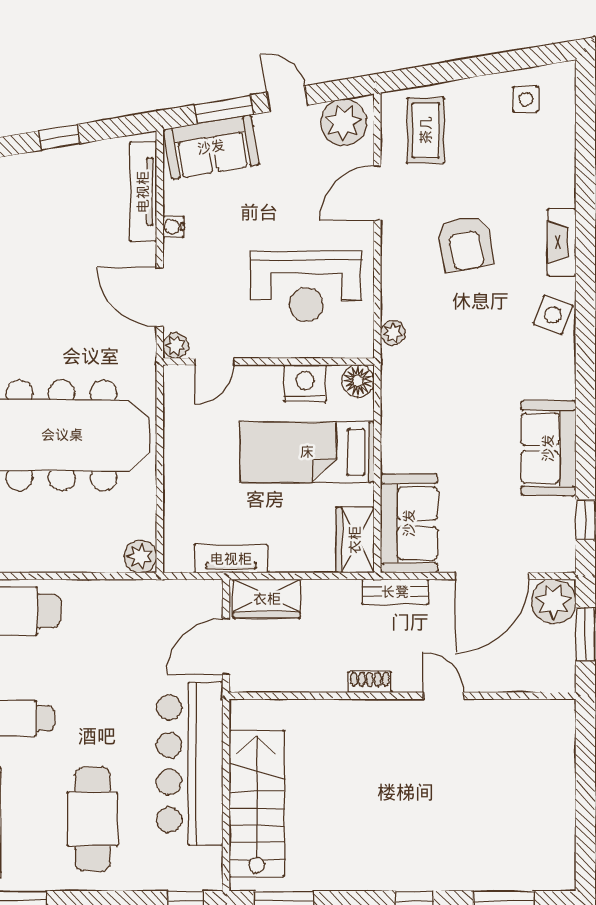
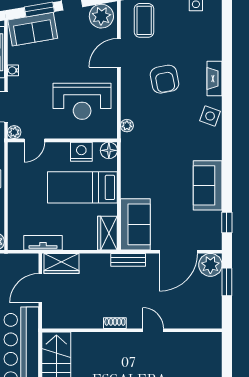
shoe rack: (370, 682) -> (115, 323), moved
wall: (403, 696) -> (132, 330), moved
door: (443, 696) -> (153, 330), moved

